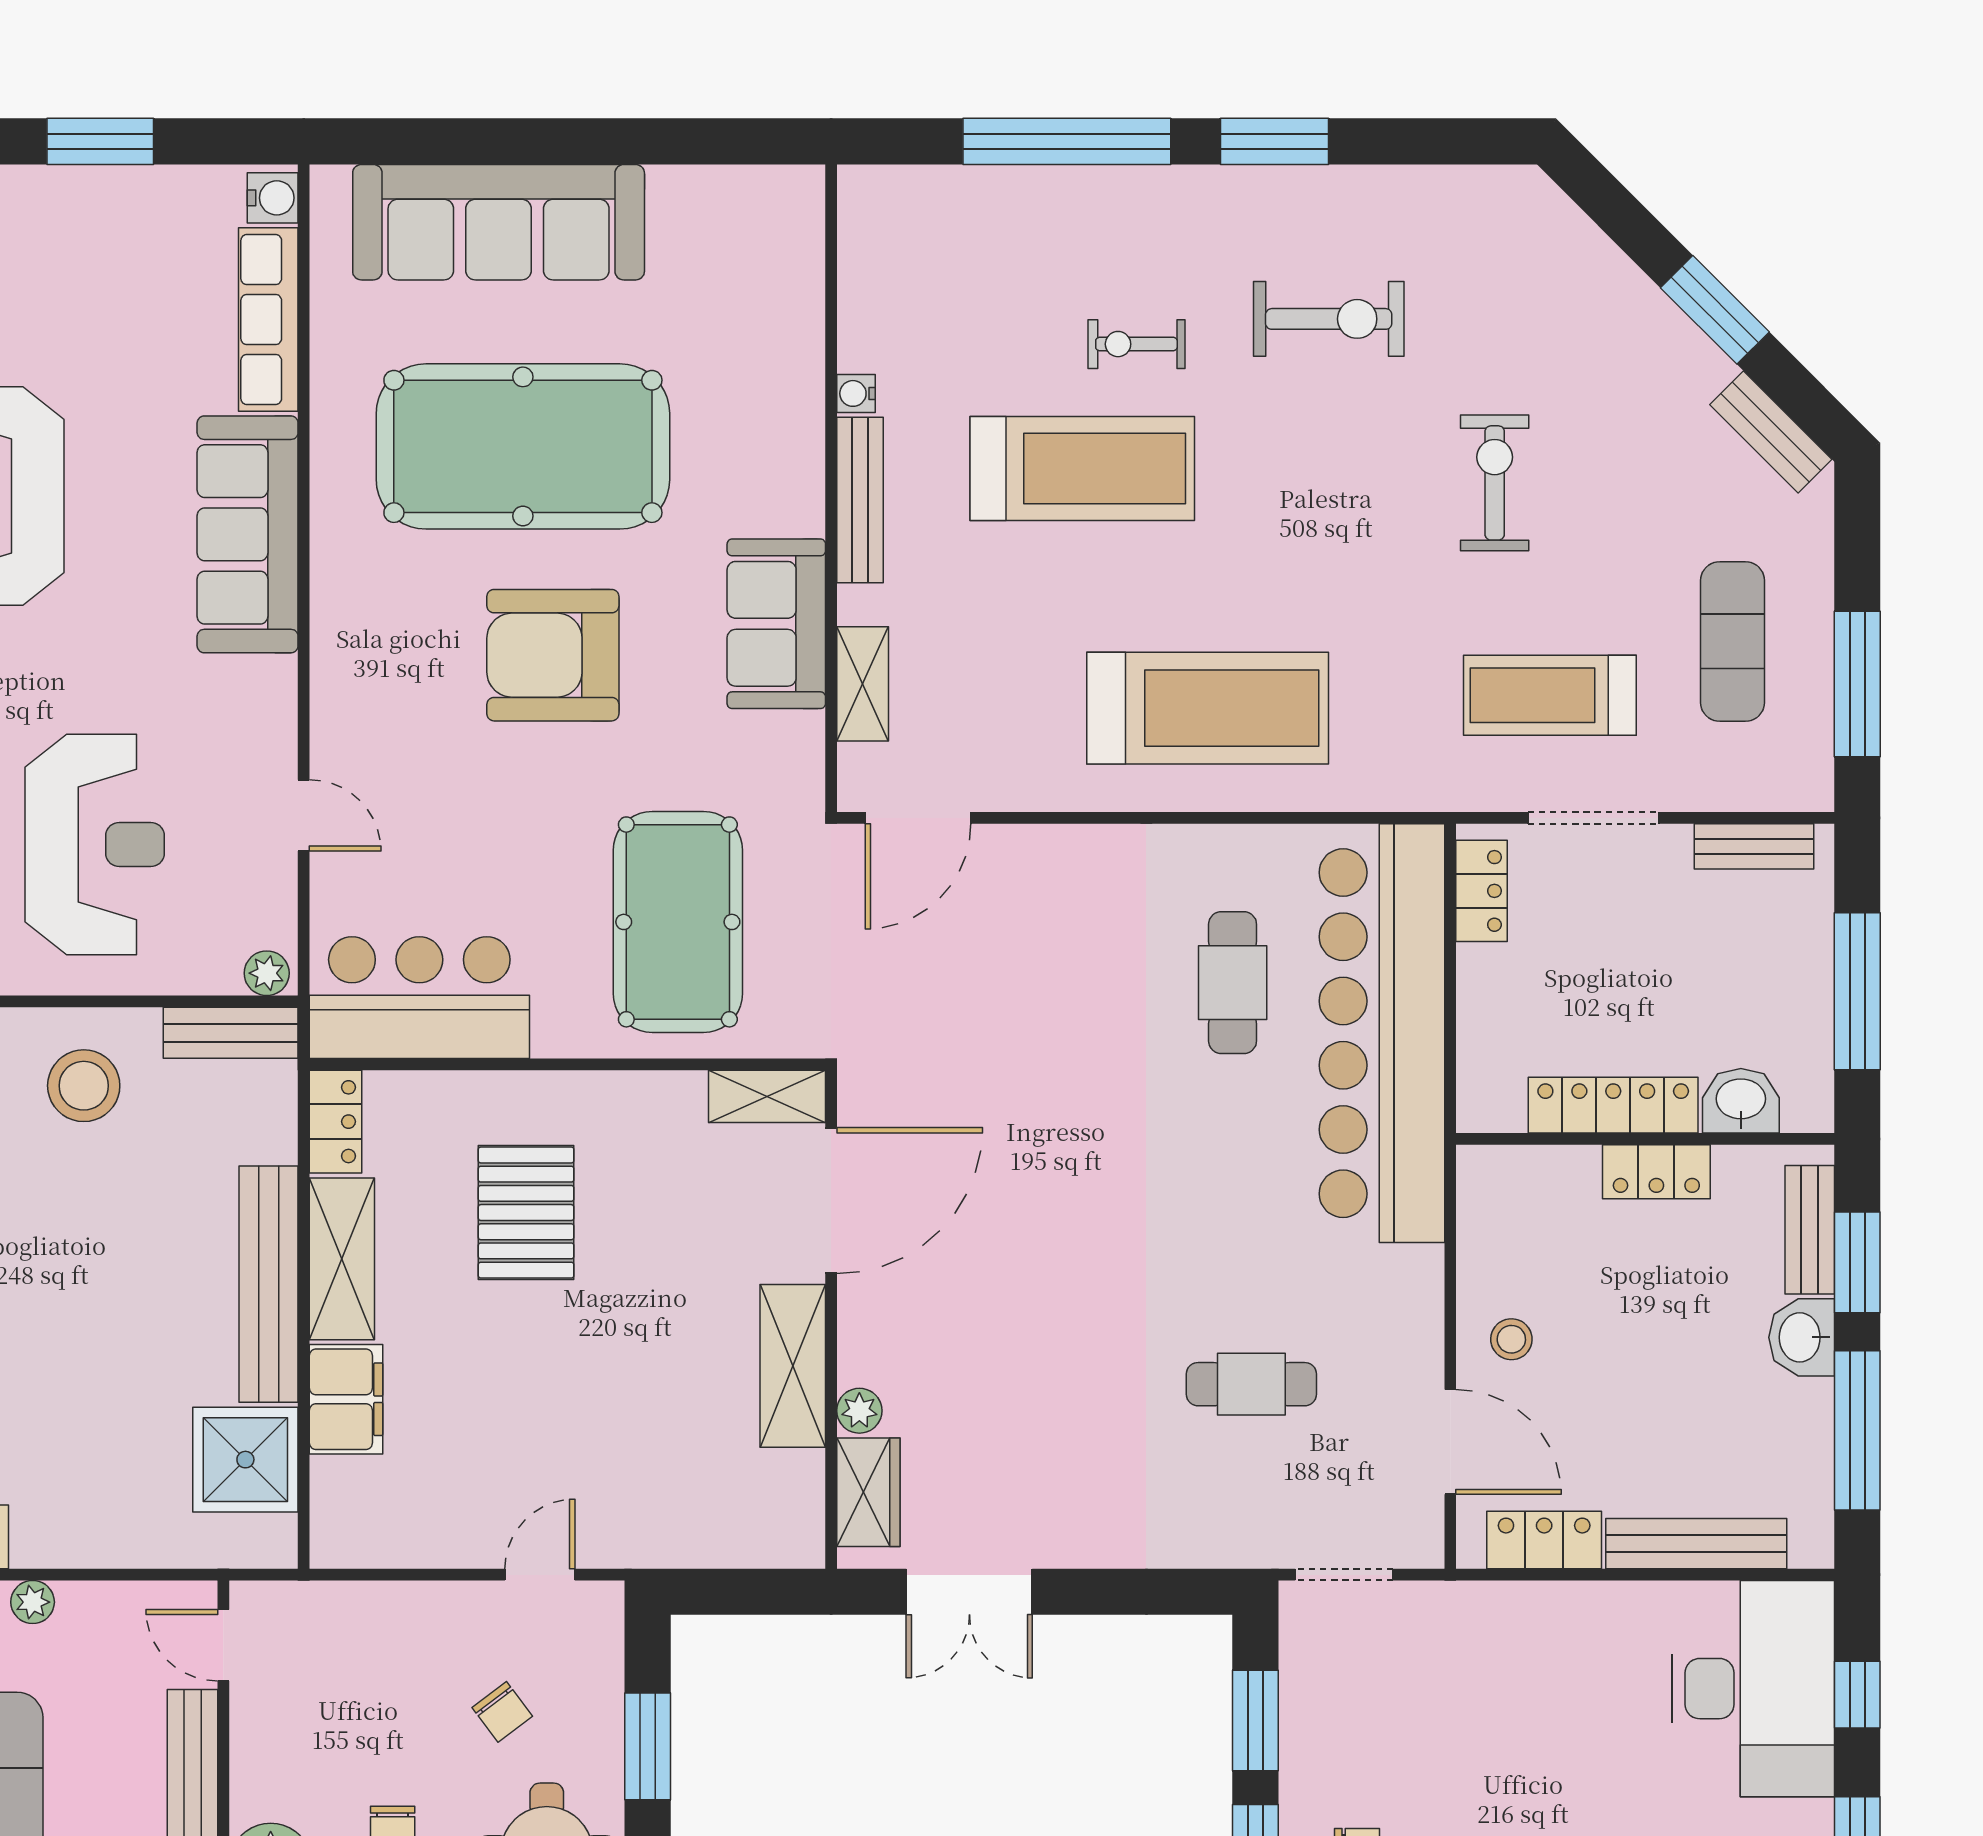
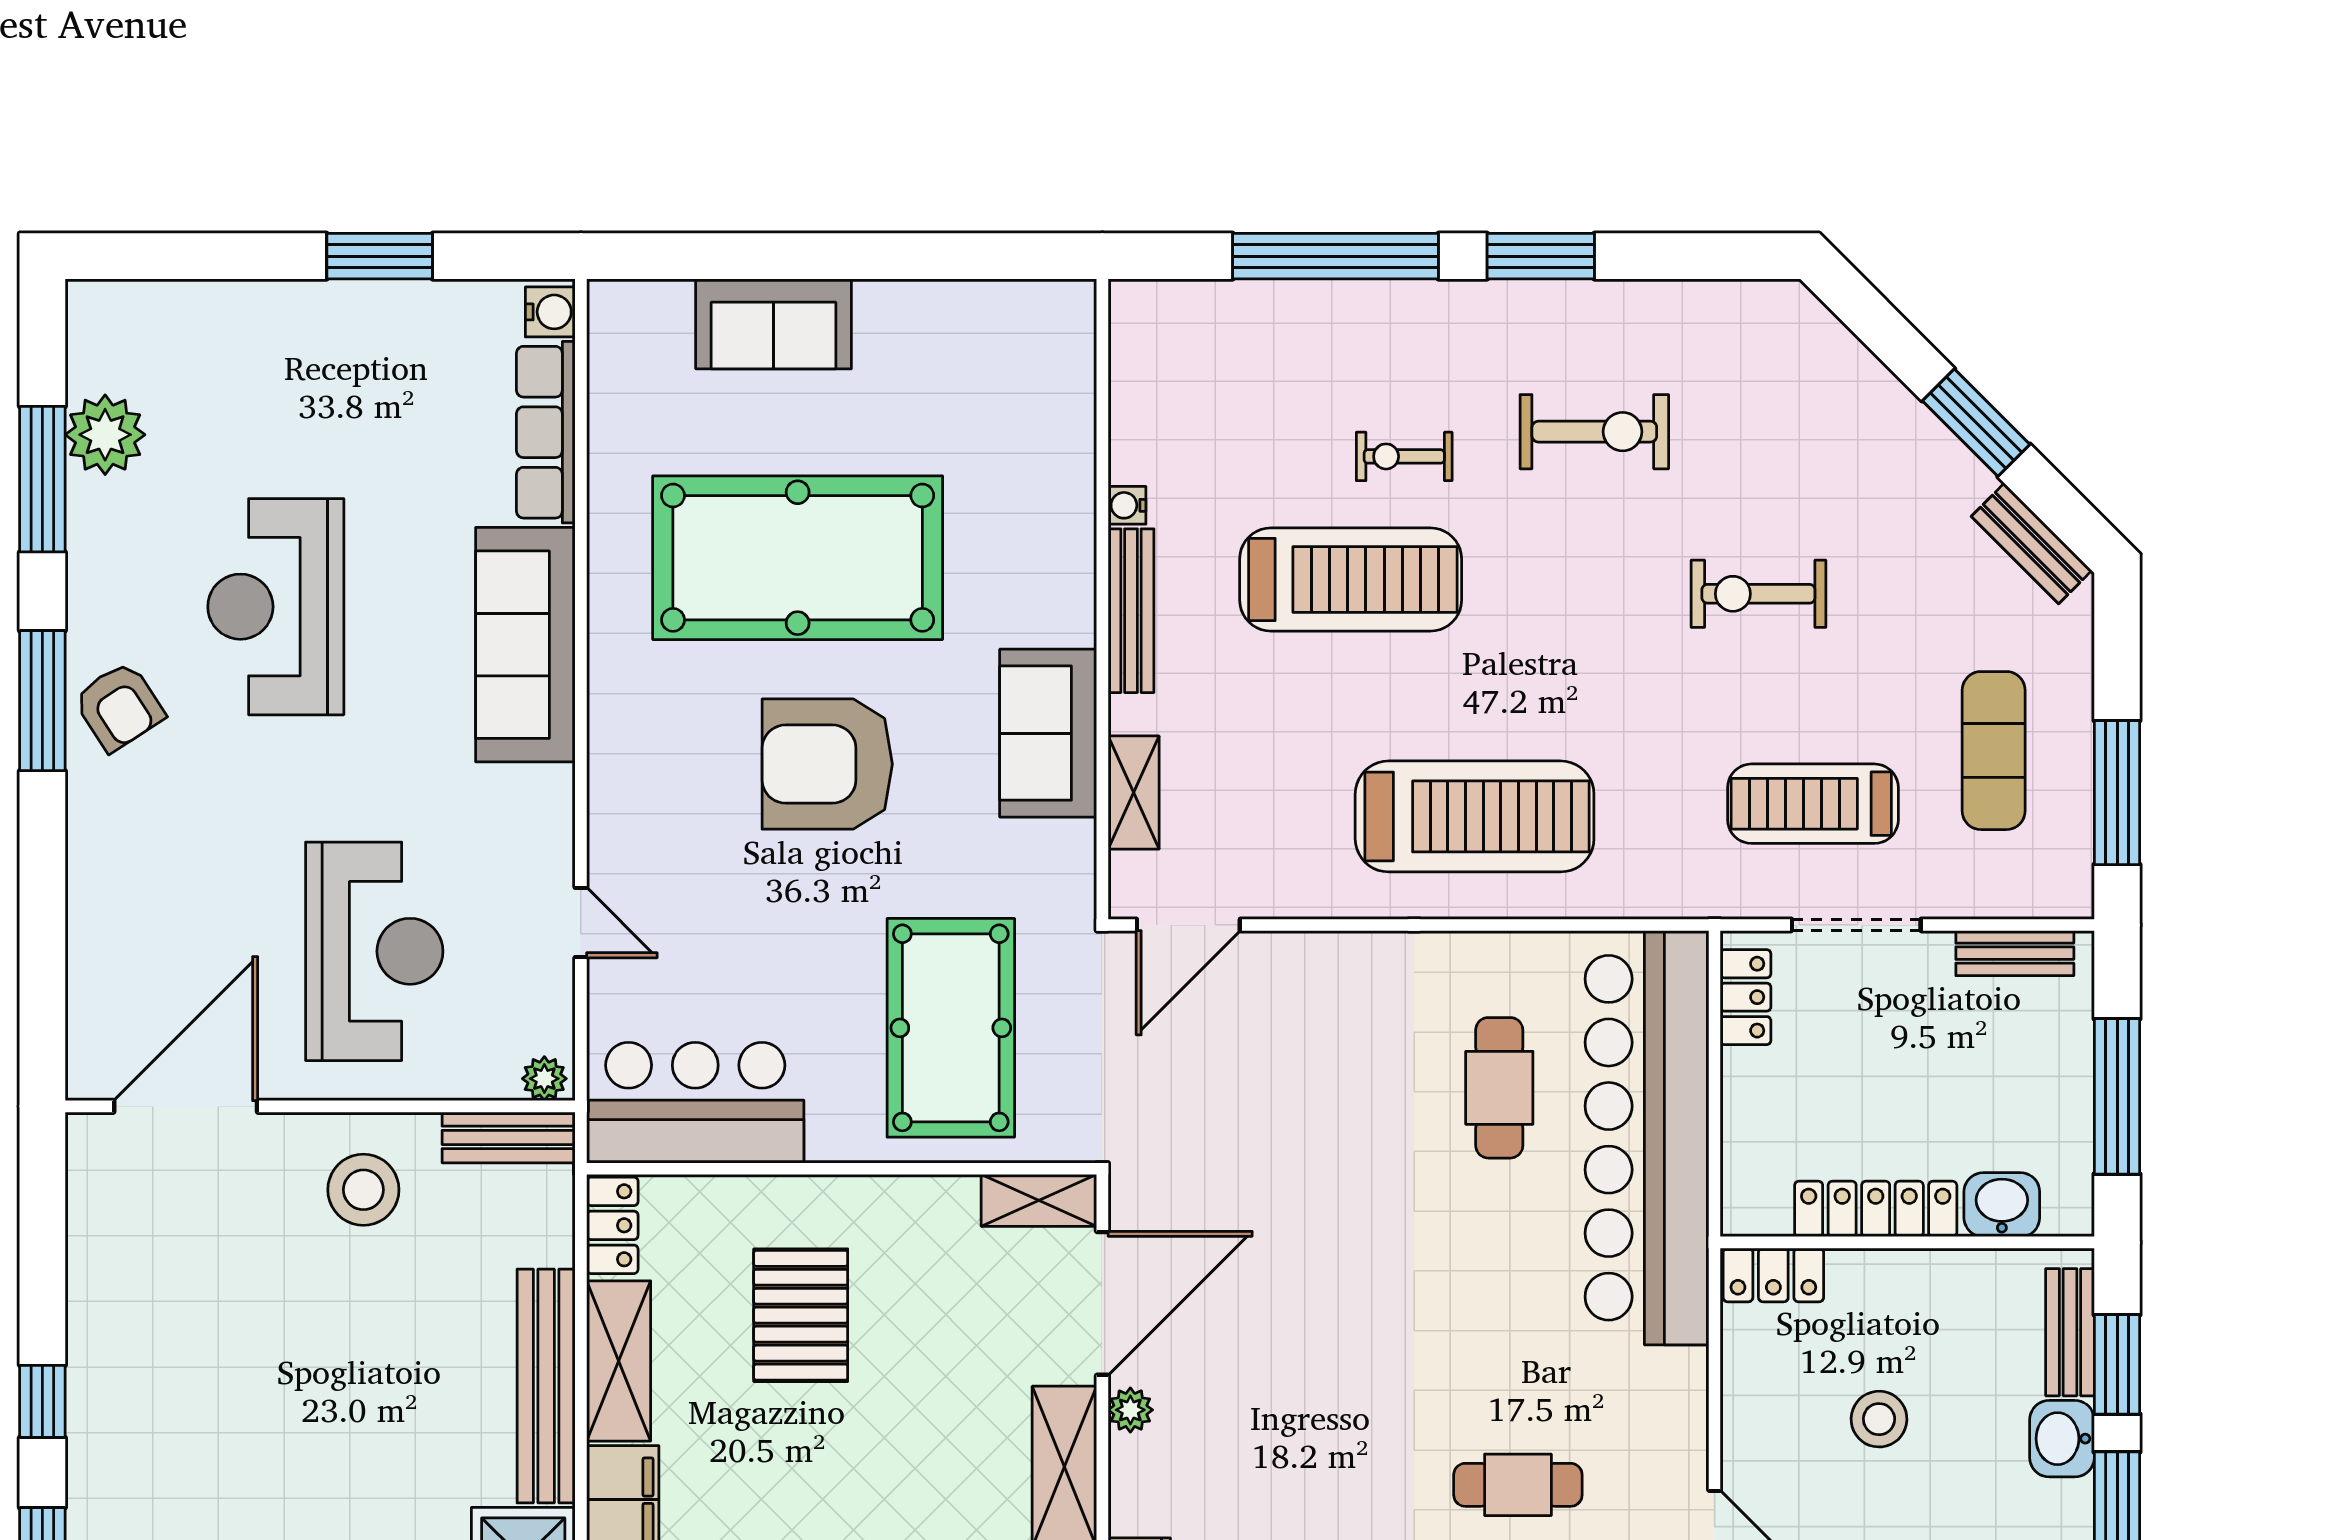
sofa: (499, 222) -> (774, 324), width x0.54, depth x0.79
exercise bike: (1495, 483) -> (1758, 594), turned -90
locker: (1656, 1172) -> (1773, 1275), moved
stool: (1511, 1339) -> (1879, 1419), moved, width x1.37, depth x1.37
plant: (859, 1411) -> (1130, 1410), moved

